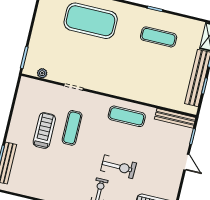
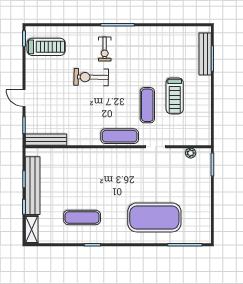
exercise mat: (127, 116) -> (120, 136), moved

